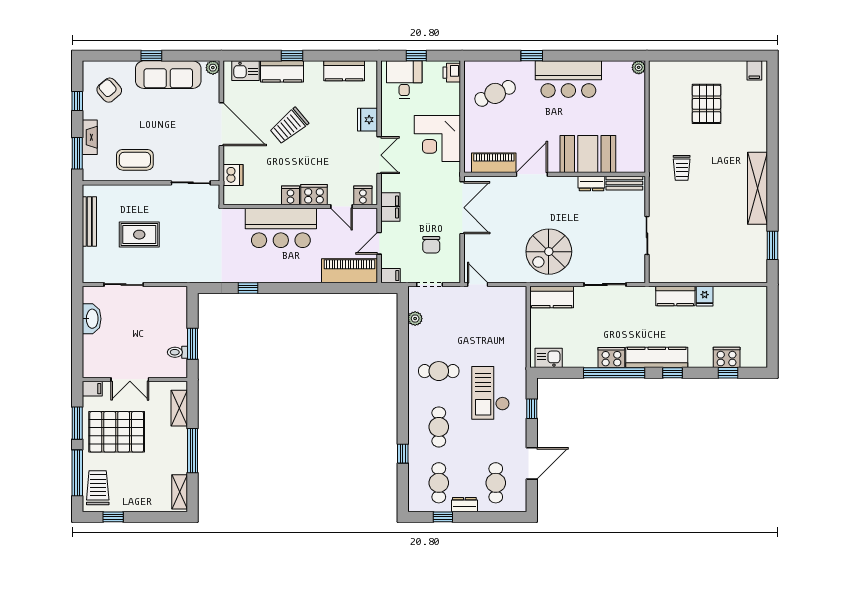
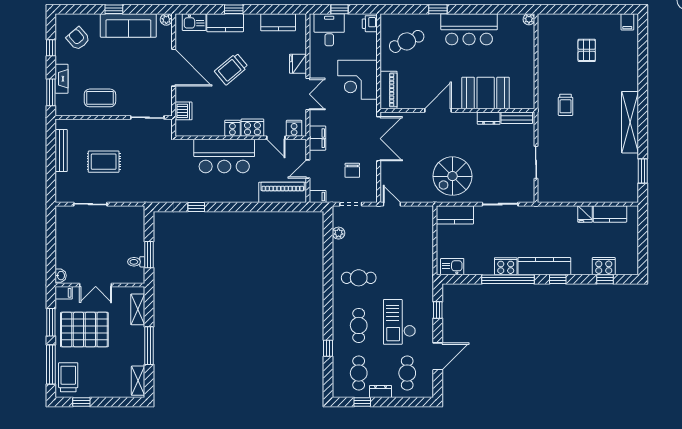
pallet: (707, 104) -> (587, 50), width x0.67, depth x0.71
piano: (494, 163) -> (388, 90), moved, turned 90
kitchen counter: (675, 296) -> (610, 214), moved
washbasin: (92, 319) -> (61, 276), moved, width x0.52, depth x0.69
checkout: (491, 393) -> (399, 322), moved

